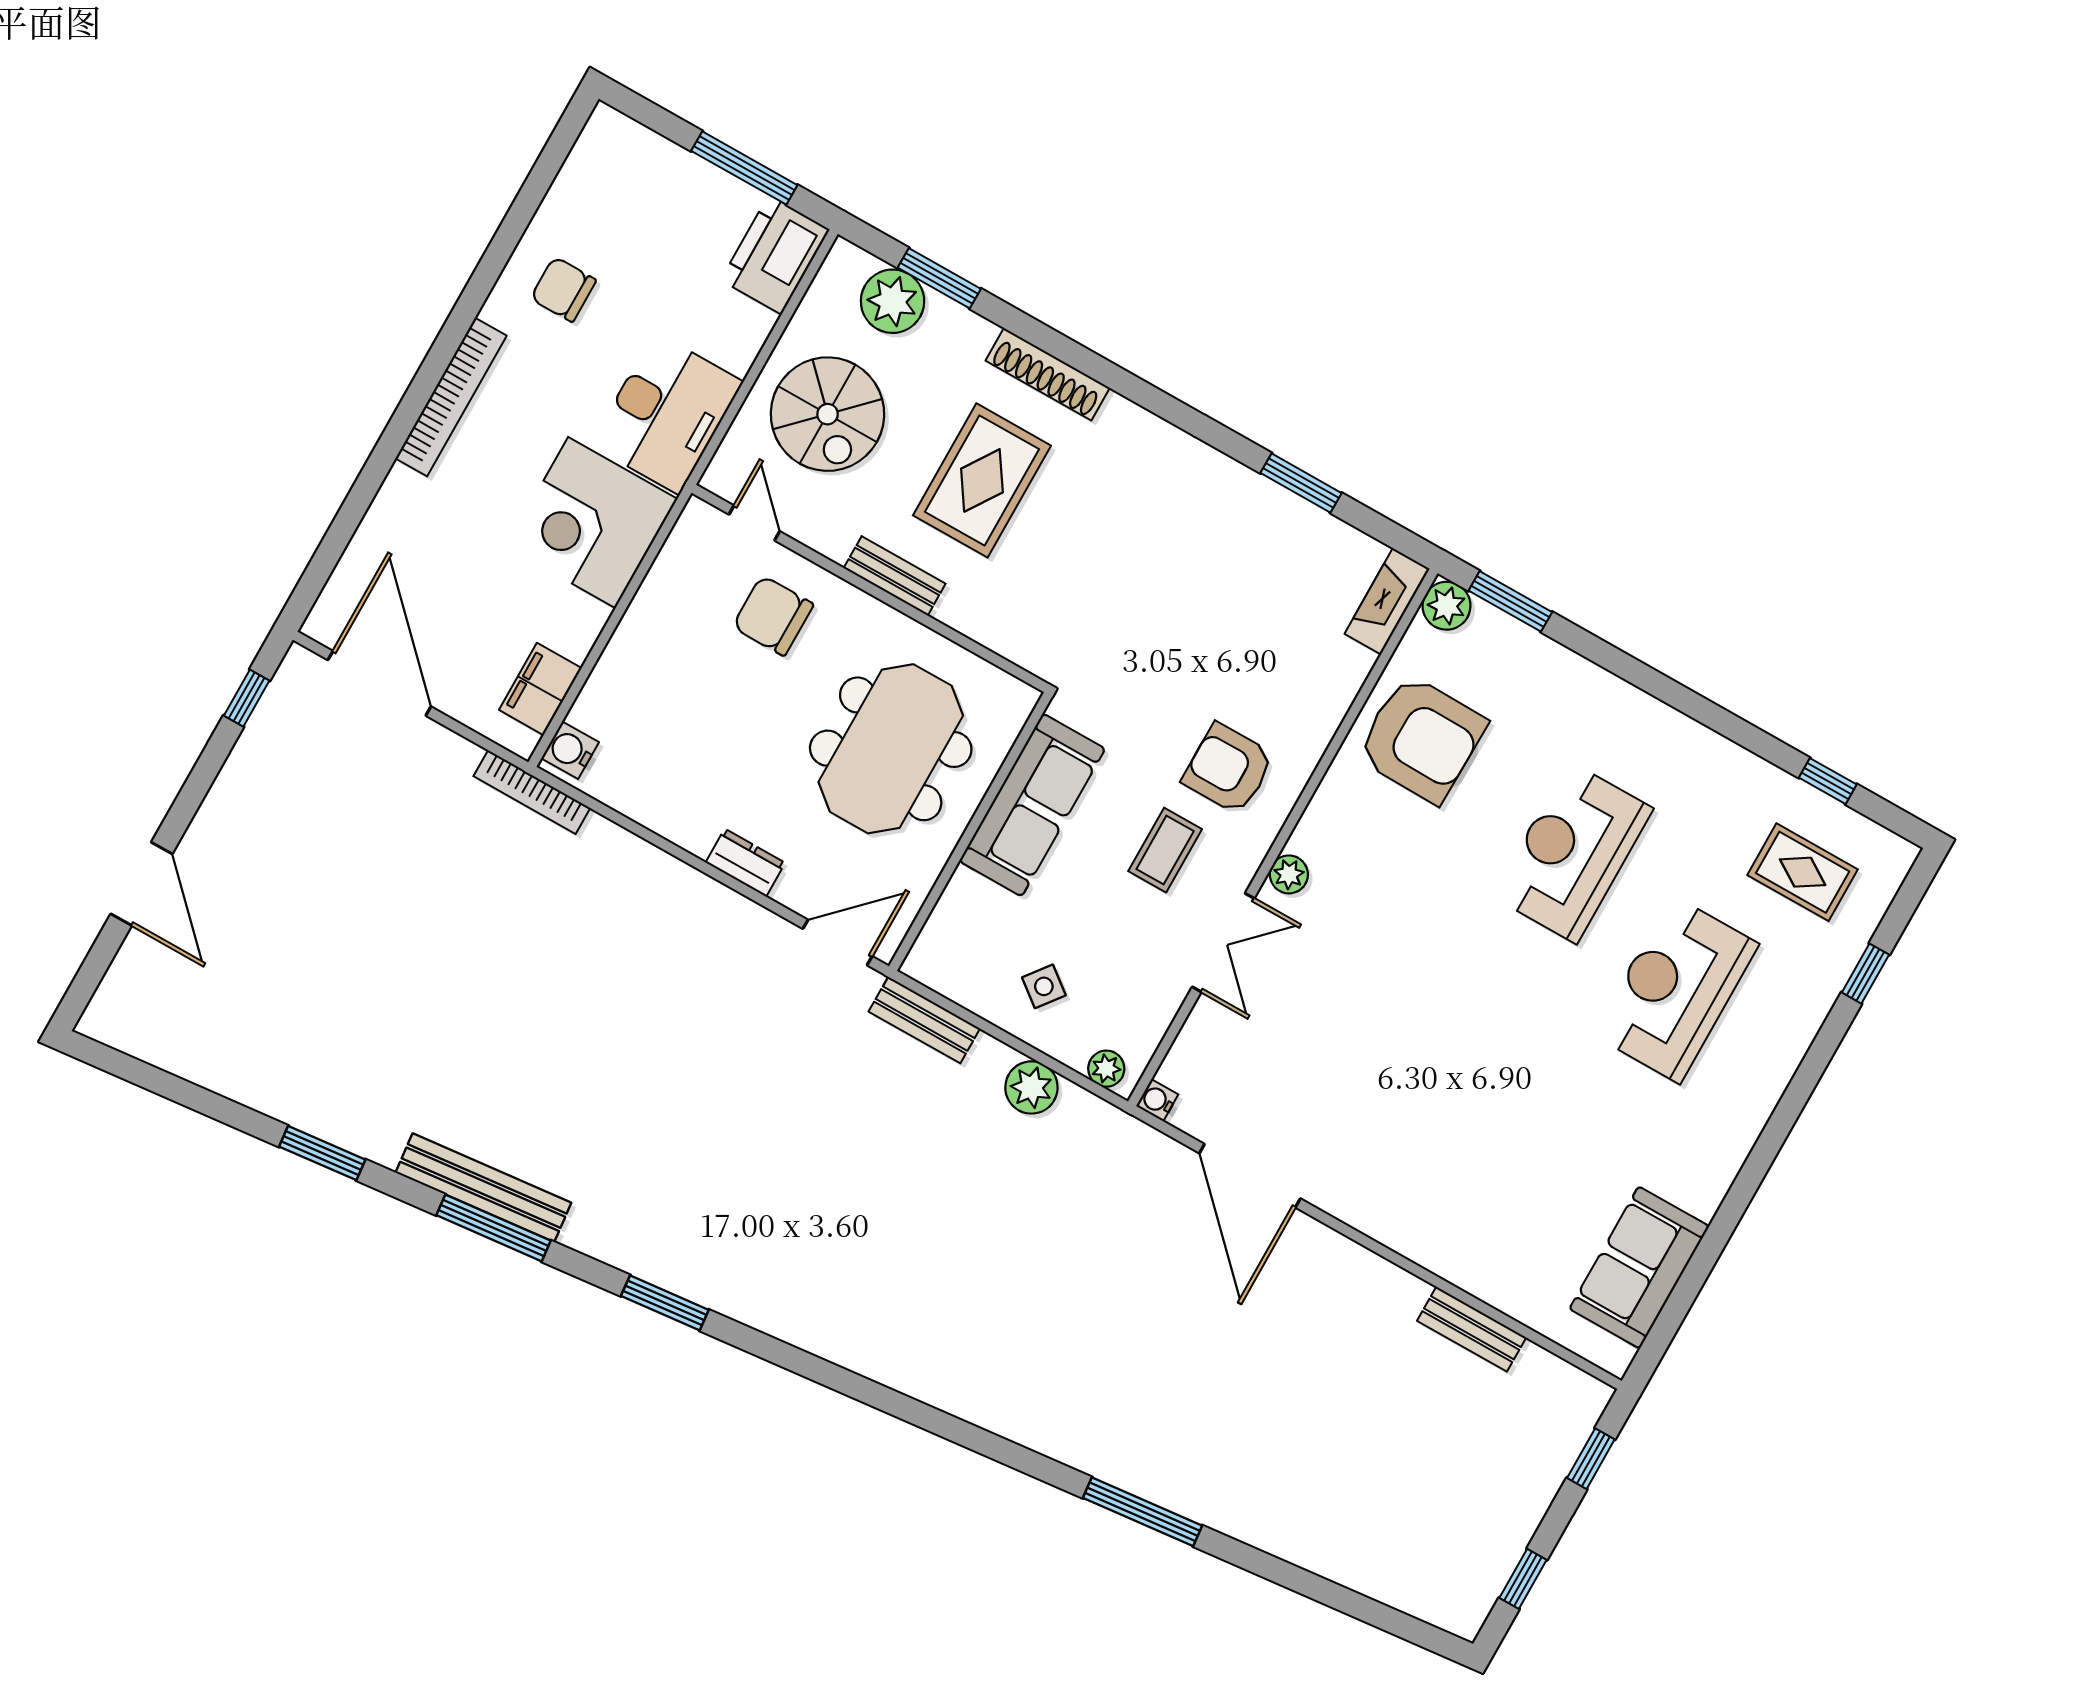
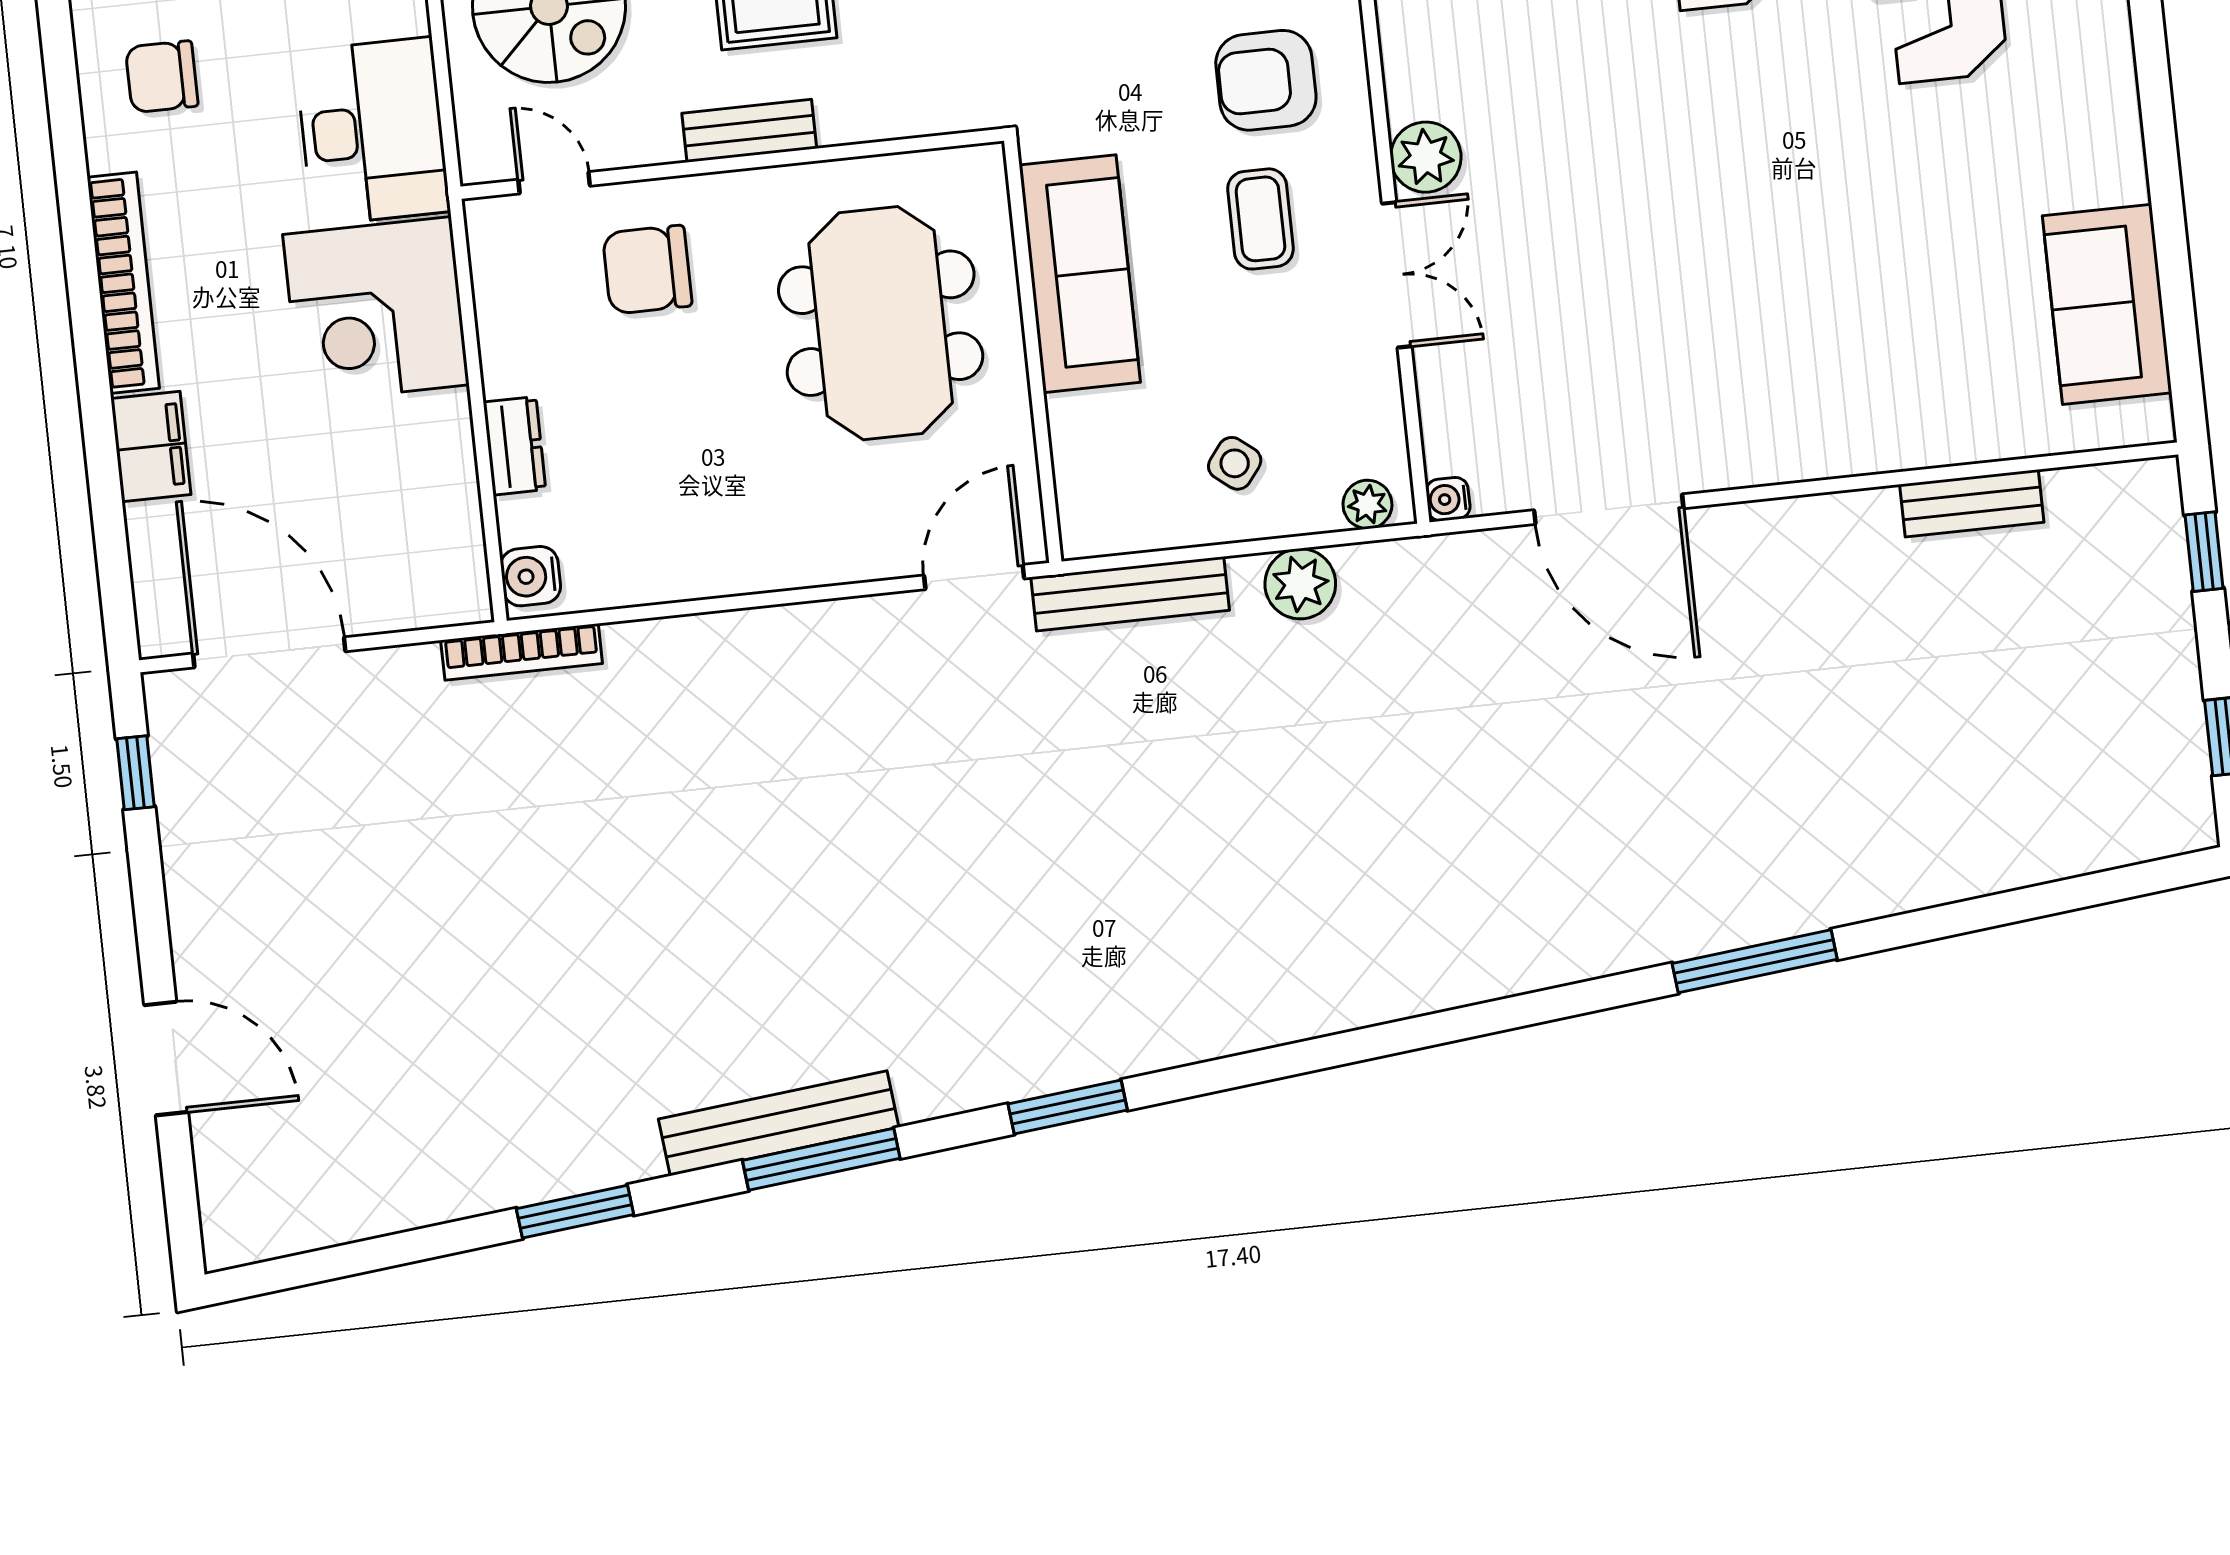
filing cabinet: (540, 689) -> (151, 447), moved, turned 180
dresser: (745, 863) -> (514, 446), moved, turned 90
plant: (1289, 874) -> (1426, 157), width x1.38, depth x1.38
bench: (924, 1020) -> (1130, 594), width x1.36

